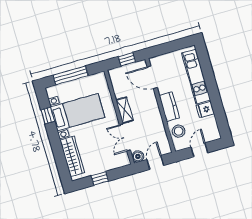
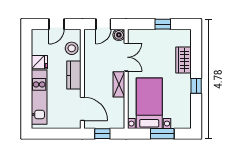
window: (71, 75) -> (162, 134), width x0.69
bed with nightstands: (78, 112) -> (149, 103), moved, turned 90
window: (48, 116) -> (196, 86), moved
wardrobe: (72, 156) -> (184, 60), width x0.67

